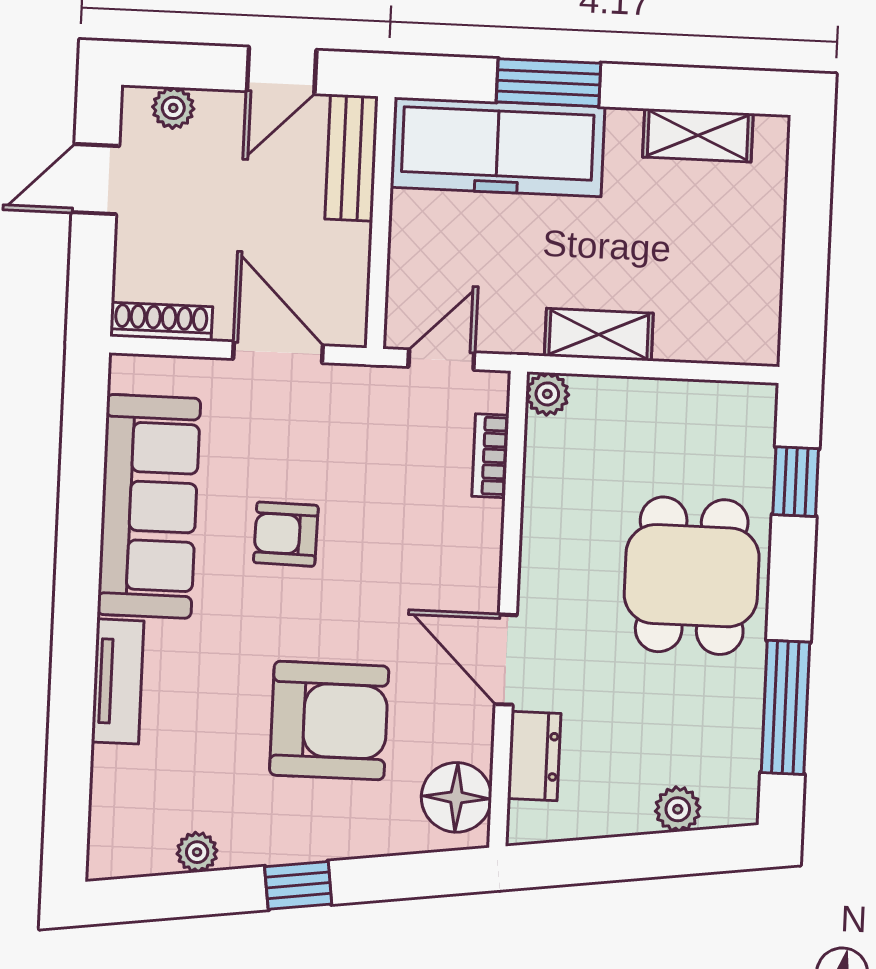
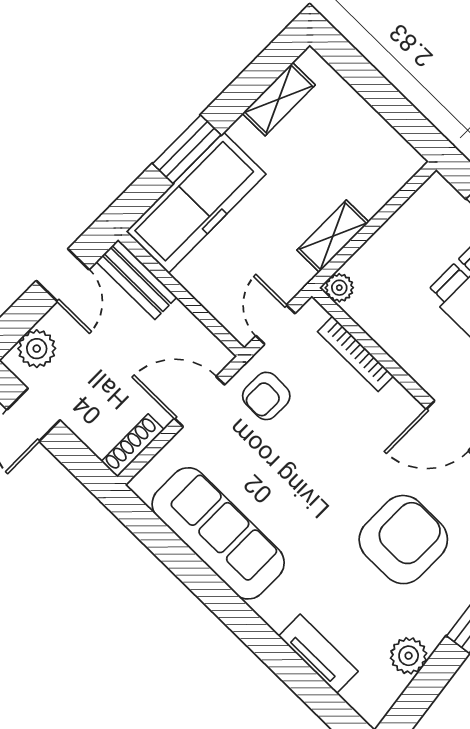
plant: (173, 108) -> (37, 349), width x1.38, depth x1.38
bookcase: (490, 456) -> (355, 354), width x1.56
armchair: (286, 534) -> (266, 396), moved
tv unit: (118, 681) -> (318, 654), moved
plant: (197, 852) -> (409, 656), width x1.38, depth x1.38

